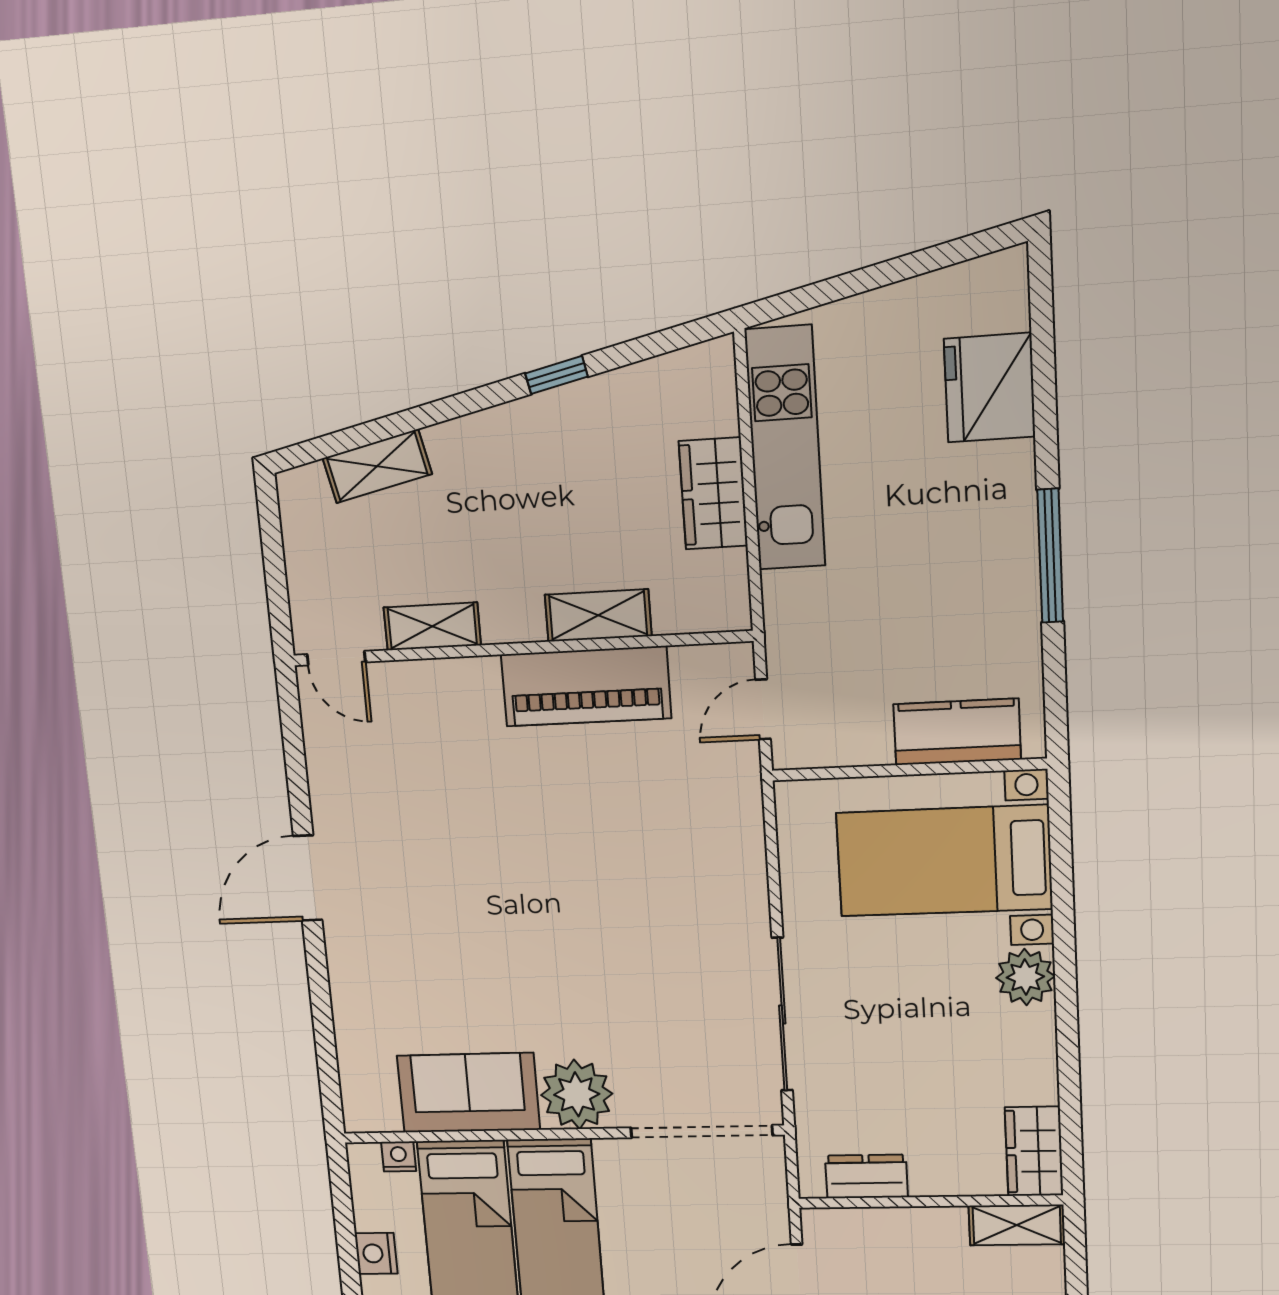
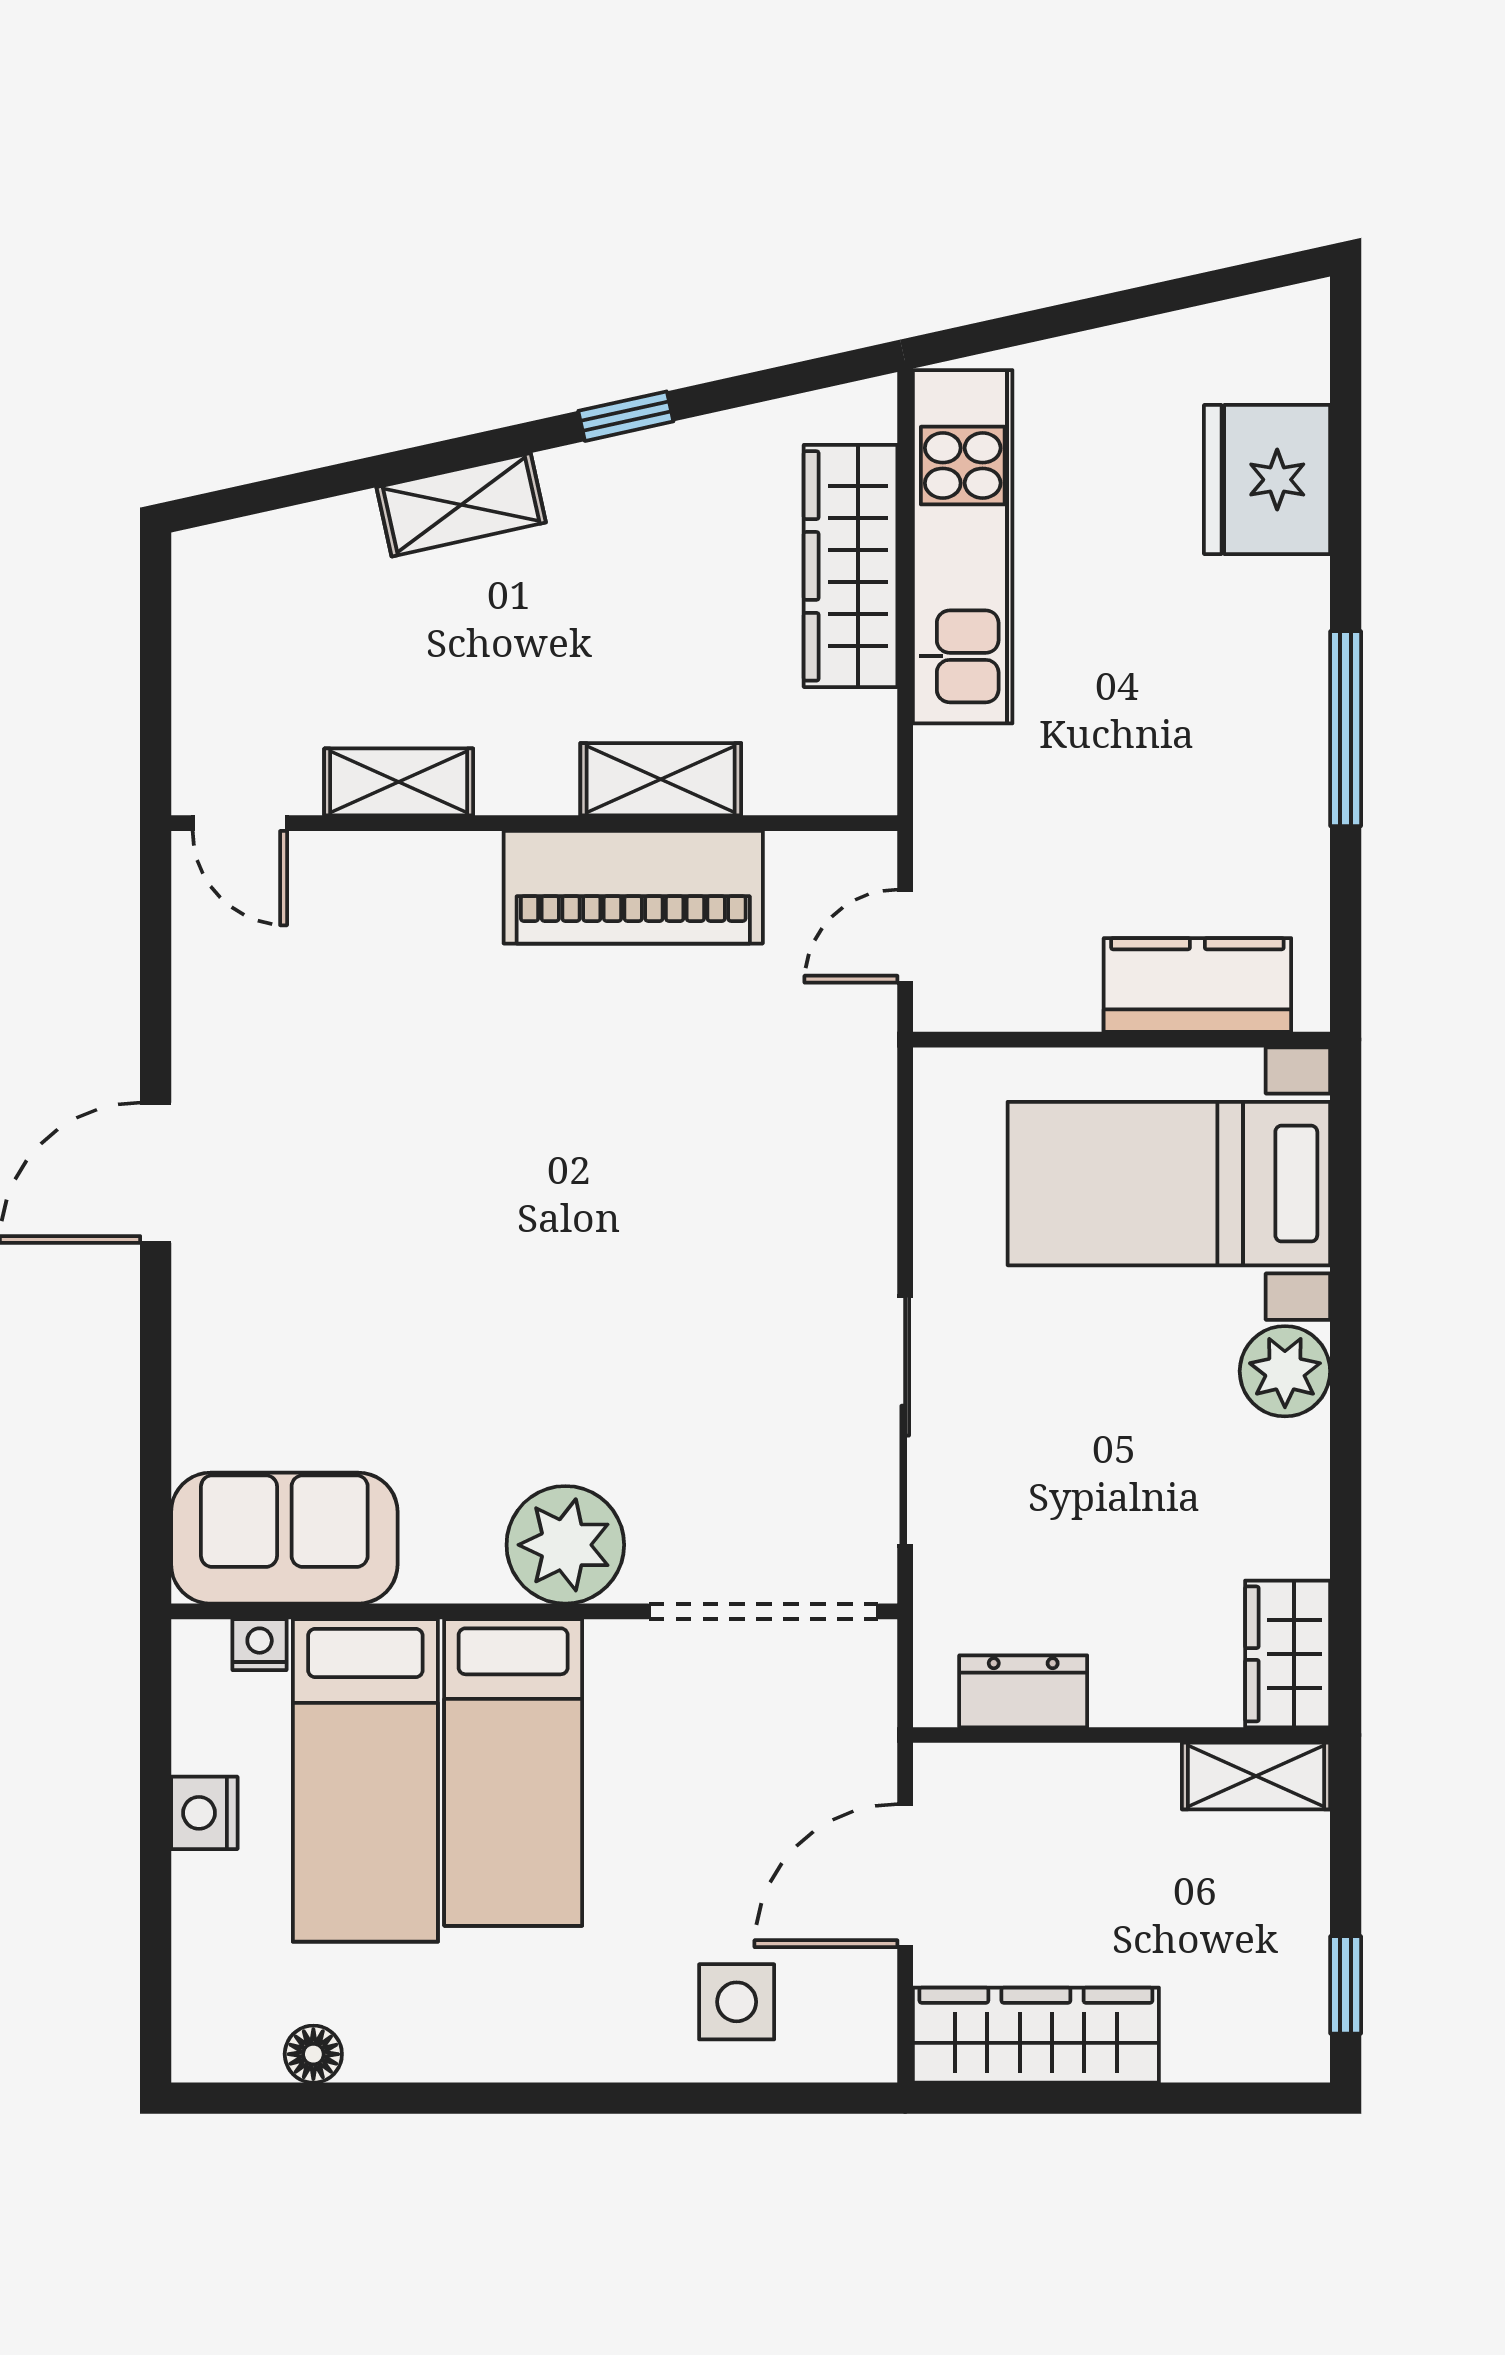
shelving: (377, 466) -> (461, 505), moved
wardrobe: (713, 493) -> (851, 566), width x1.50
sofa: (468, 1093) -> (284, 1538), moved

